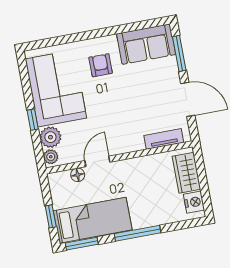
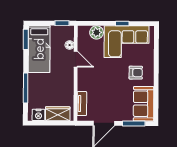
window: (33, 120) -> (122, 23), moved
plant: (51, 157) -> (84, 30), removed
window: (51, 216) -> (62, 23), moved
window: (138, 233) -> (26, 88), moved

